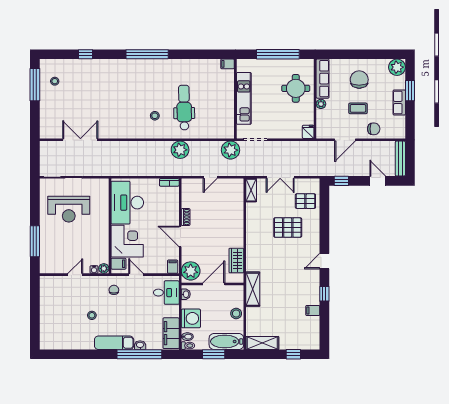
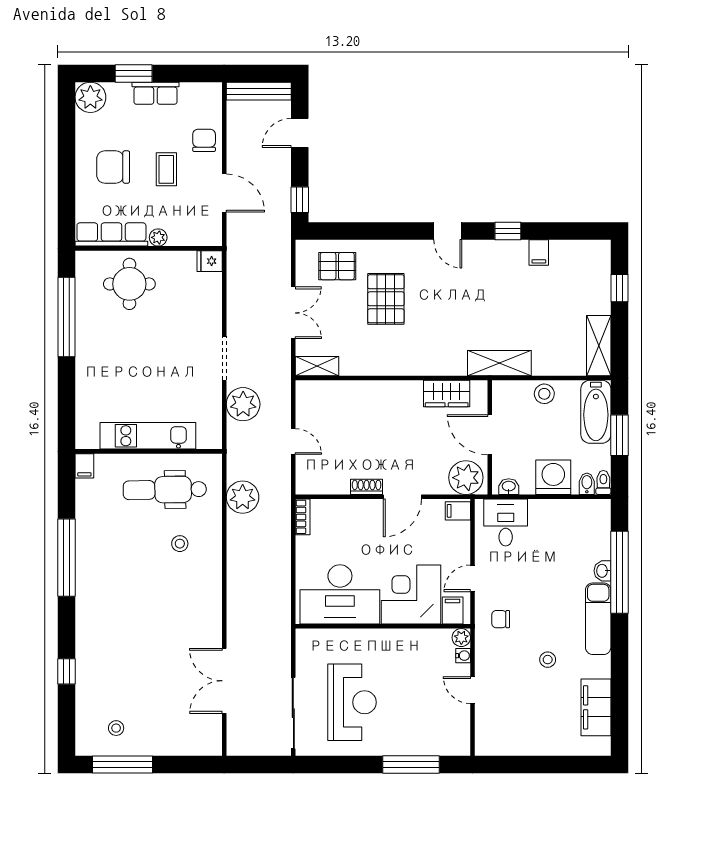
filing cabinet: (228, 64) -> (84, 466), moved
kitchen unit: (244, 98) -> (148, 436), moved
wall: (235, 99) -> (149, 451), moved
pallet: (305, 201) -> (337, 266), turned 90
filing cabinet: (171, 333) -> (596, 707), moved, turned 90

